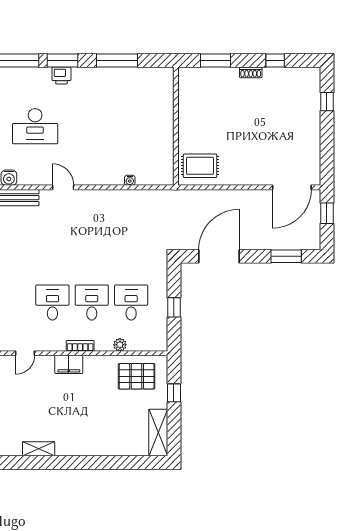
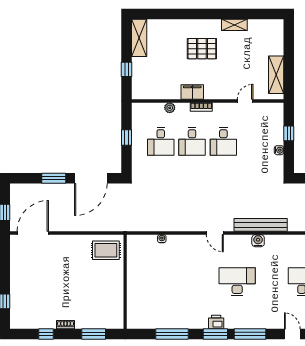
window: (286, 256) -> (54, 178), moved
filing cabinet: (69, 364) -> (192, 92), moved
pallet: (137, 376) -> (202, 49), moved

